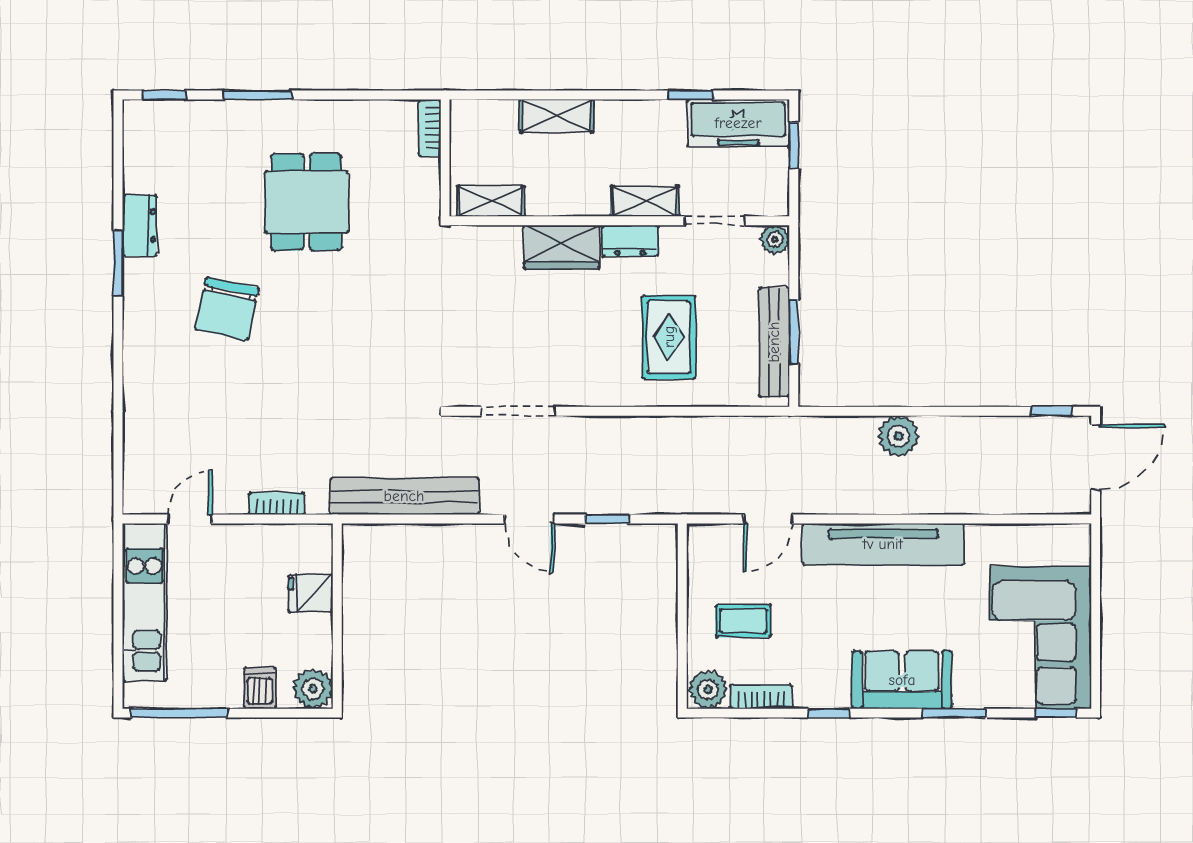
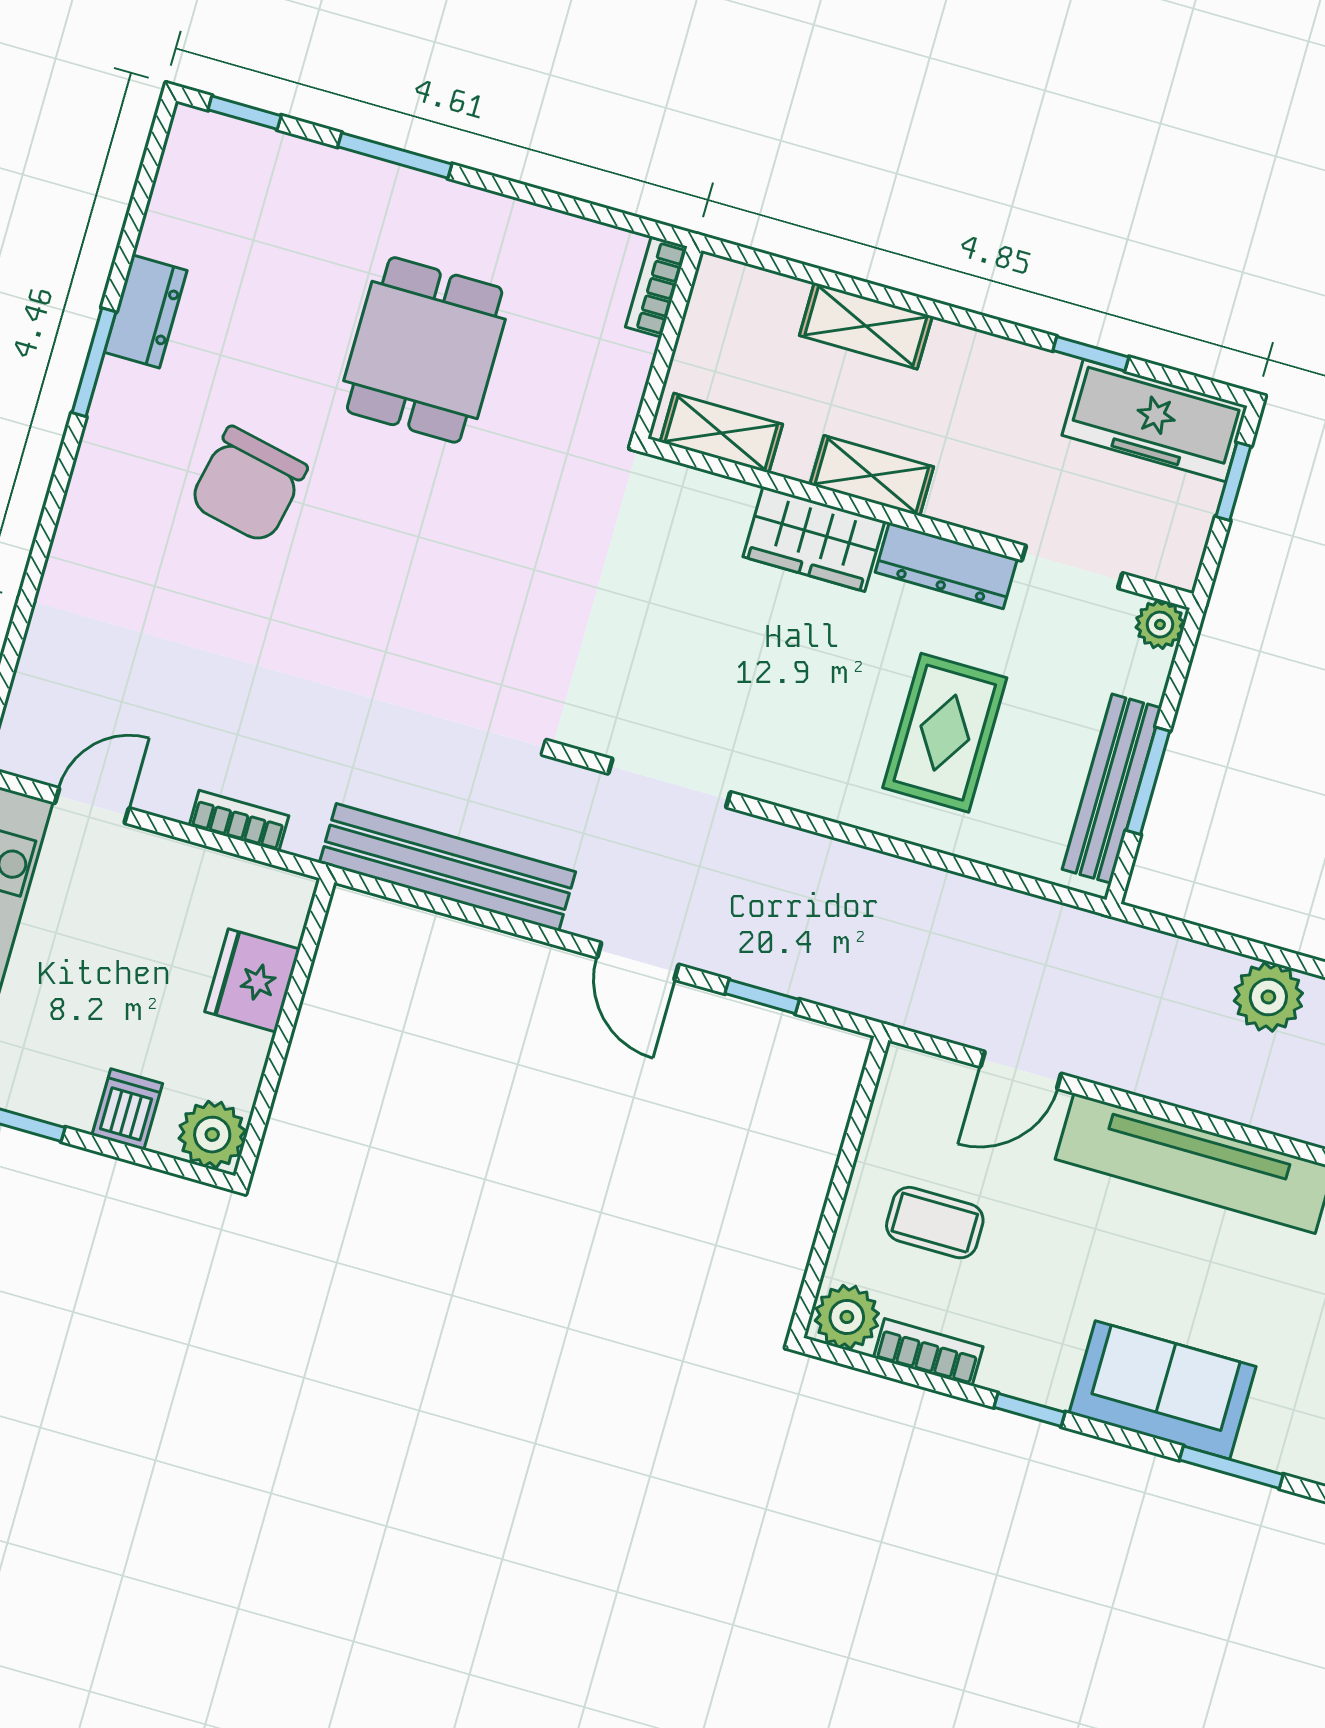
shelving: (645, 201) -> (872, 476), moved
dresser: (630, 241) -> (946, 566), width x1.44
fridge: (311, 593) -> (252, 980), width x1.38

